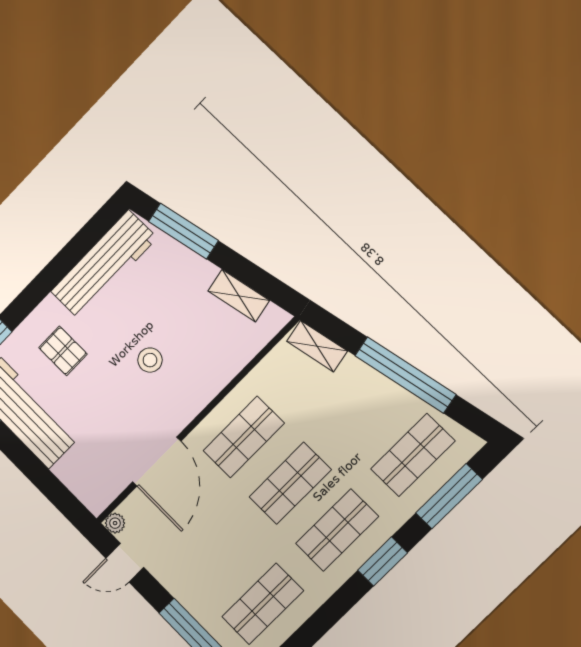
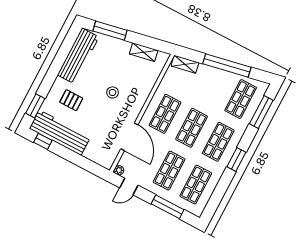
shop shelf: (217, 557) -> (169, 171), added
window: (383, 561) -> (236, 159), moved

